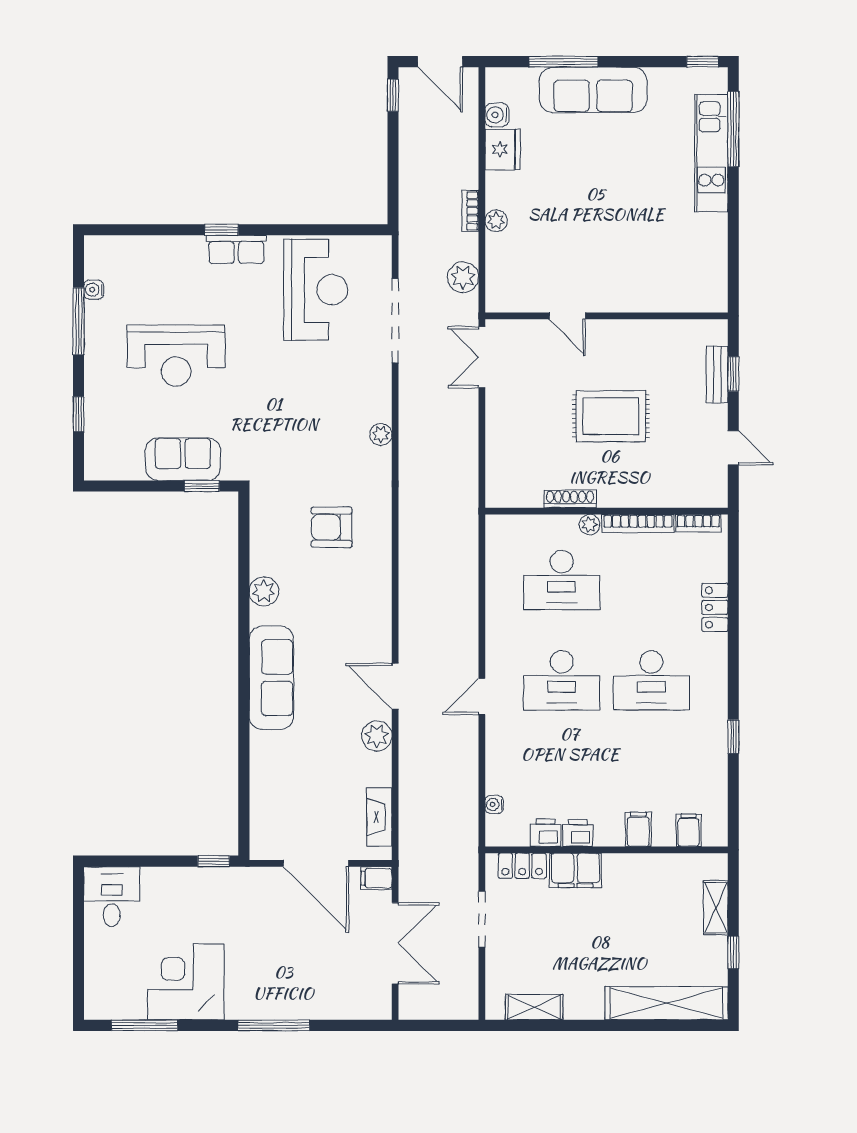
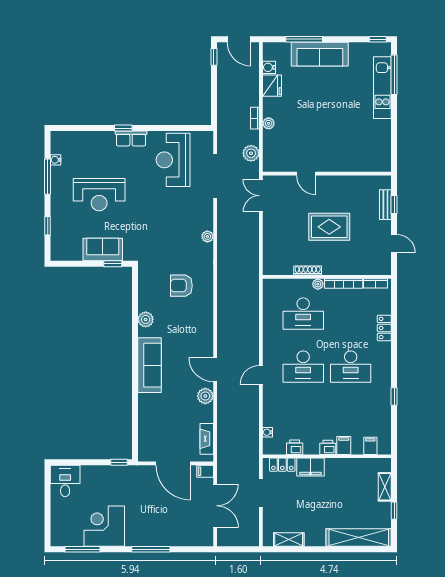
reception desk: (316, 290) -> (173, 160), turned 180
printer: (578, 833) -> (328, 447), moved

